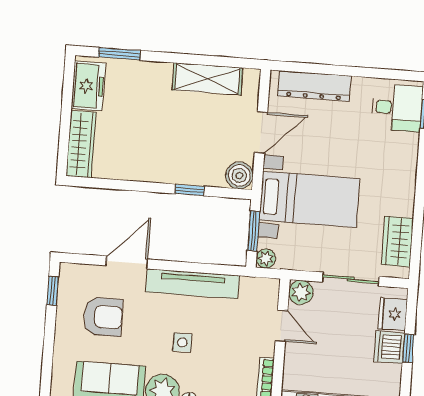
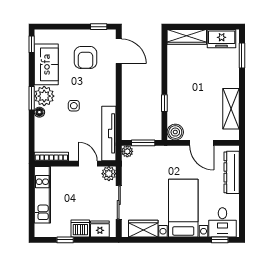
bed with nightstands: (309, 199) -> (183, 208), moved, turned 180
door: (127, 262) -> (119, 51), moved
tv unit: (193, 284) -> (109, 133), moved
door: (281, 326) -> (88, 164), swing flipped
window: (408, 348) -> (65, 240), moved

